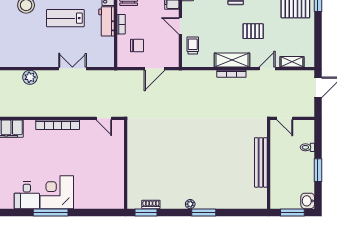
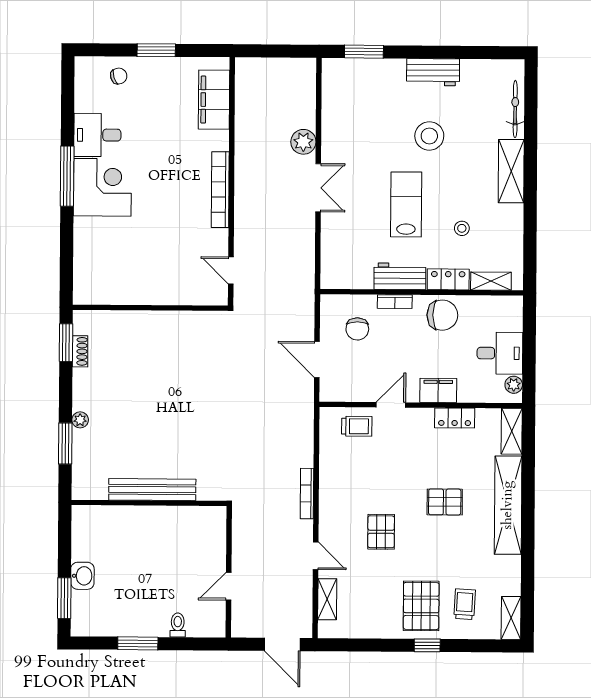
shelving: (232, 60) -> (331, 495), removed
double door: (72, 69) -> (318, 188), moved
door: (104, 118) -> (231, 270), hinge flipped
bench: (261, 162) -> (152, 490), moved
wall: (269, 164) -> (149, 503), moved
washbasin: (308, 201) -> (82, 576), moved, turned 90

